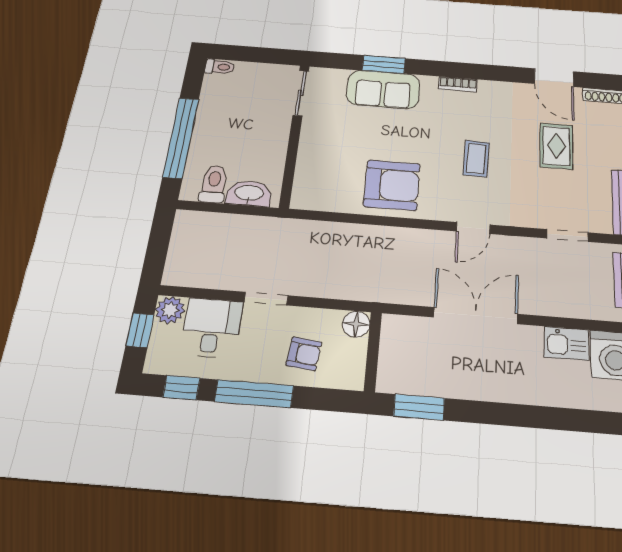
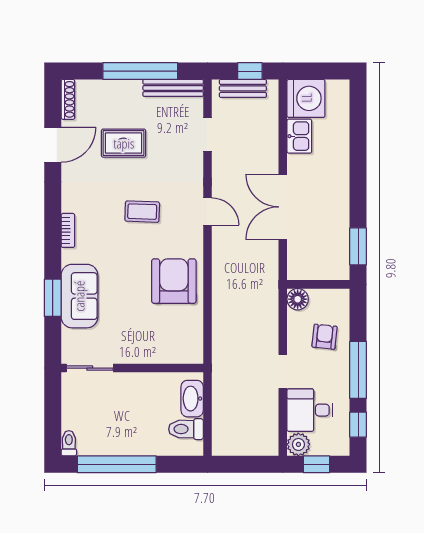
window: (181, 138) -> (117, 464), moved

